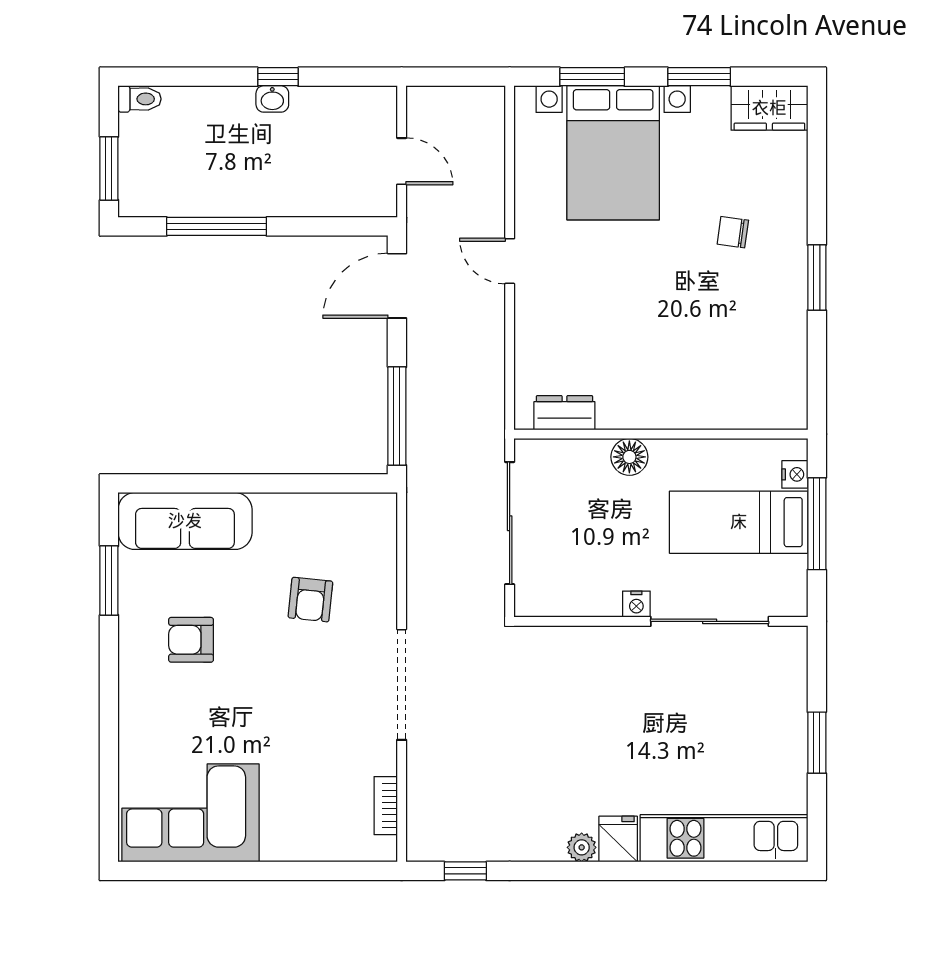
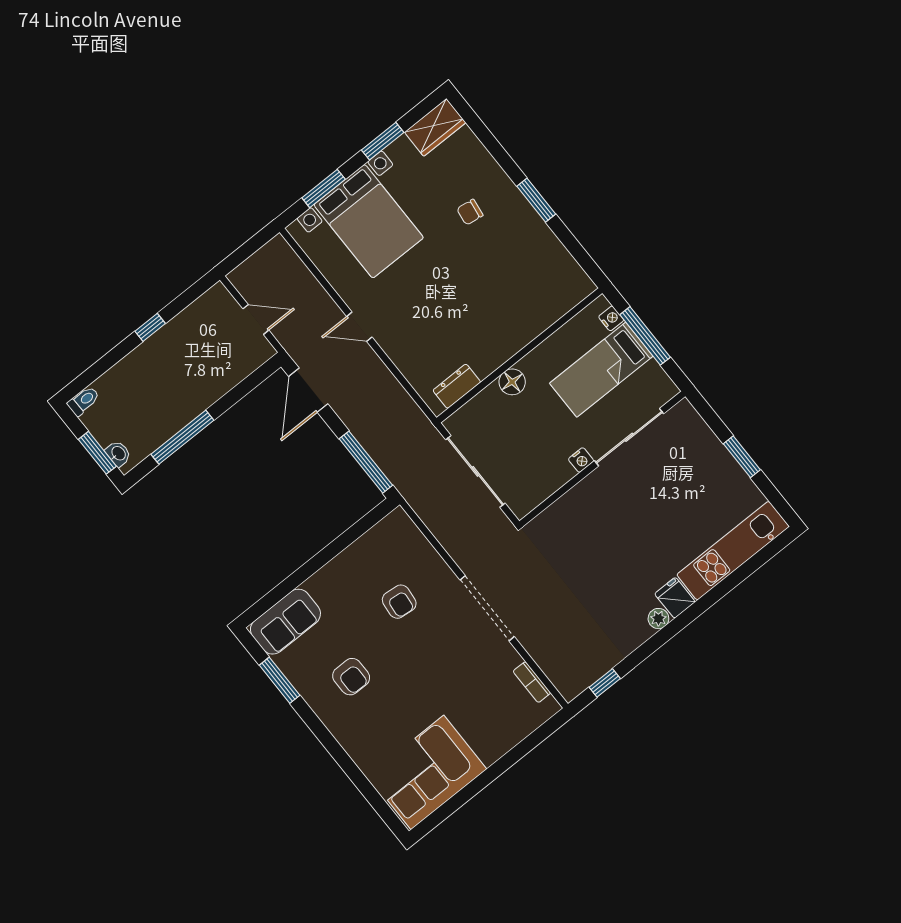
washbasin: (272, 99) -> (118, 454), moved, turned -90
sofa: (185, 521) -> (285, 622), width x0.73
armchair: (191, 640) -> (351, 677), turned -90

